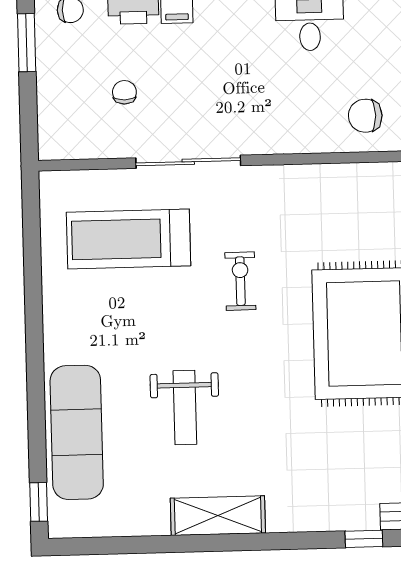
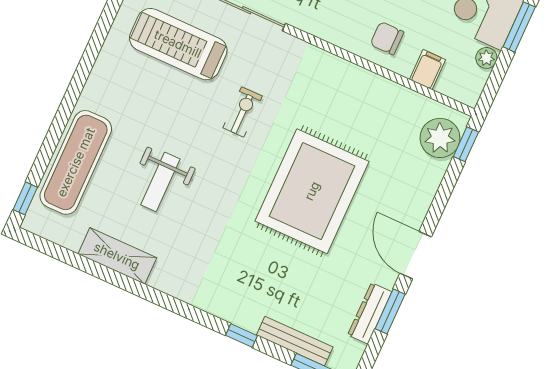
shelving: (218, 516) -> (117, 256), moved

